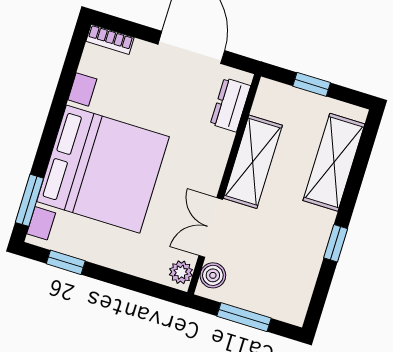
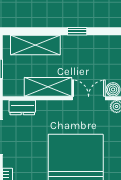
double door: (211, 227) -> (89, 98), swing flipped

